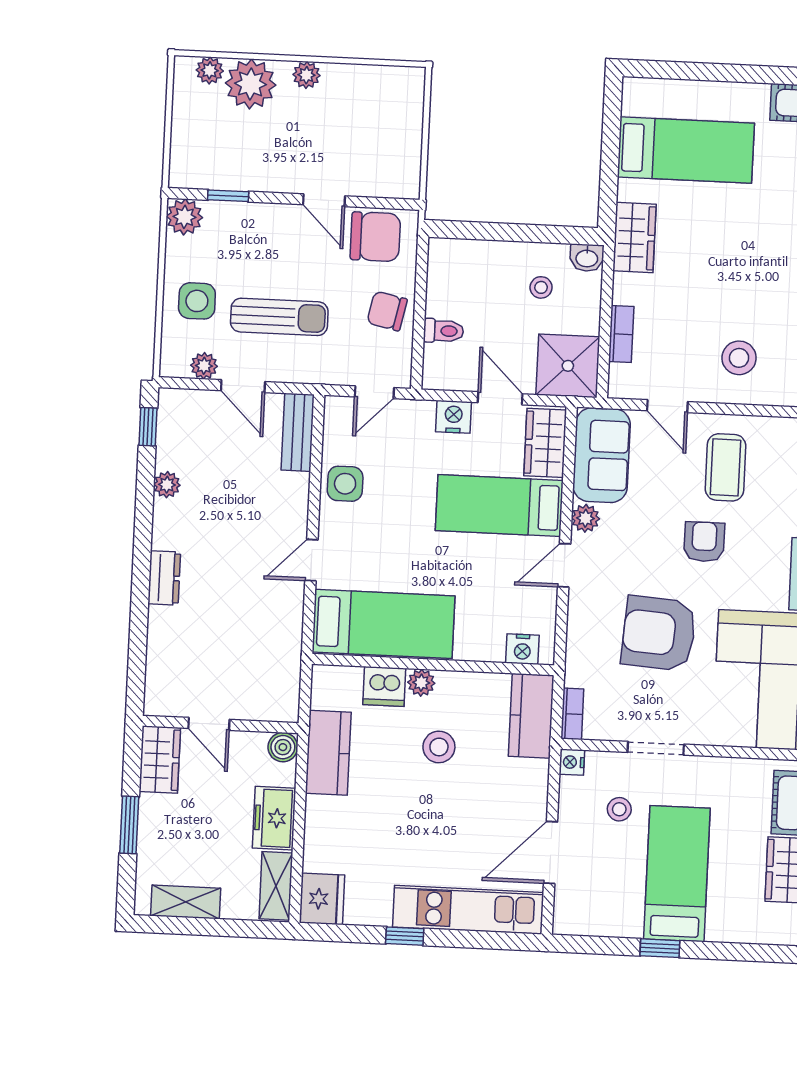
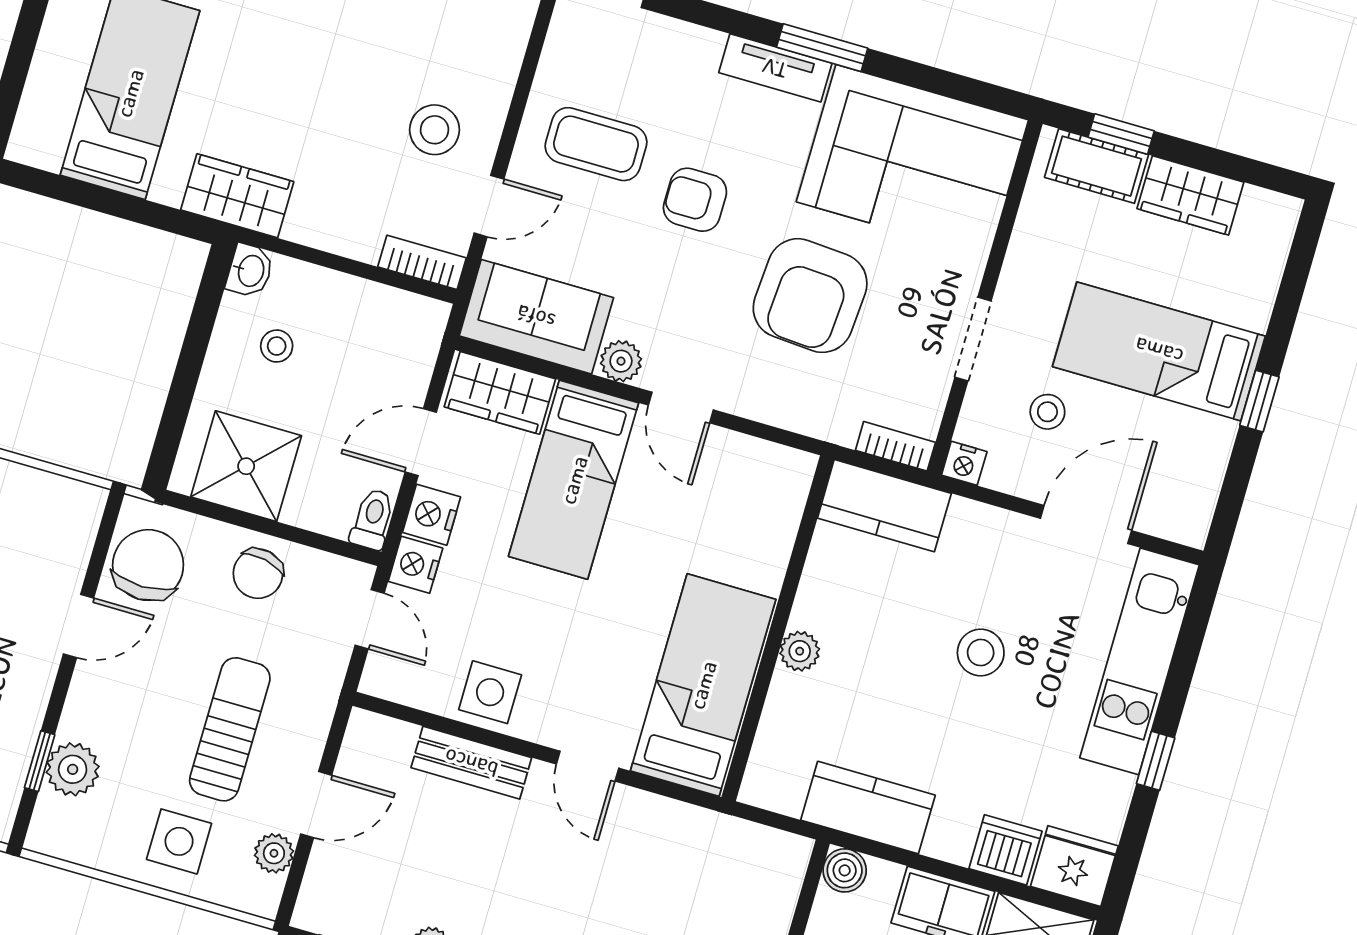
plant: (184, 217) -> (73, 769), moved
toilet: (443, 331) -> (372, 519), moved
bookcase: (621, 334) -> (422, 262), moved
stool: (739, 358) -> (435, 130), moved
shower: (568, 366) -> (246, 466), moved
bench: (298, 432) -> (471, 763), moved
nightstand: (522, 649) -> (415, 565), moved, turned 180
dishwasher: (384, 686) -> (1005, 850), moved, turned -90
stool: (439, 747) -> (981, 653), moved
door: (551, 853) -> (1086, 524), swing flipped

